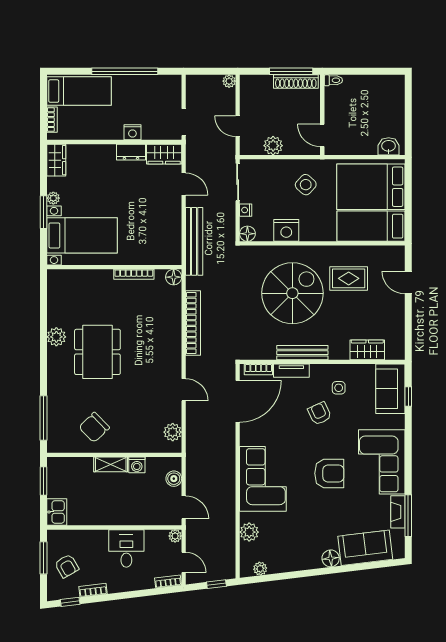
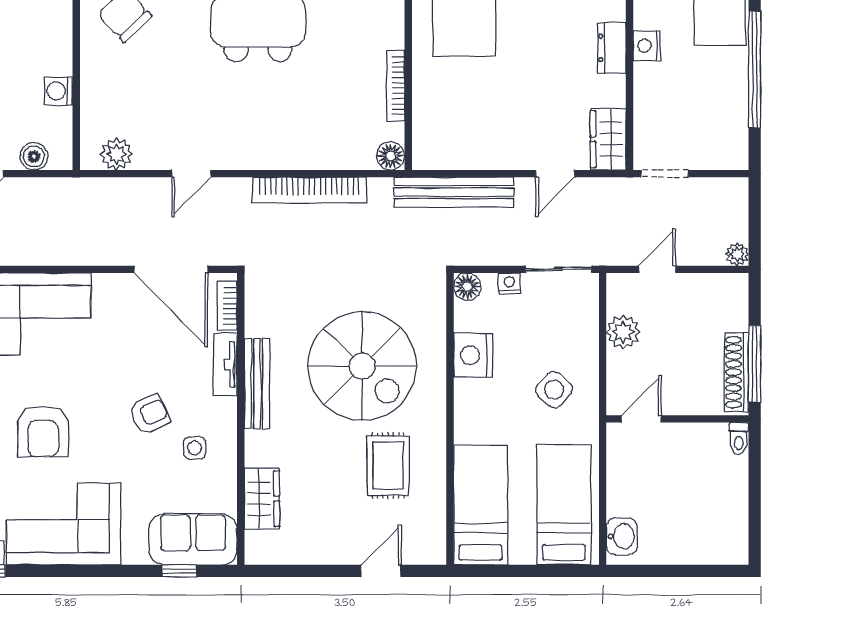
nightstand: (132, 132) -> (647, 46), moved
dresser: (131, 152) -> (612, 48), moved
bed: (371, 187) -> (564, 505), width x0.67
shelving: (111, 464) -> (59, 45), removed

